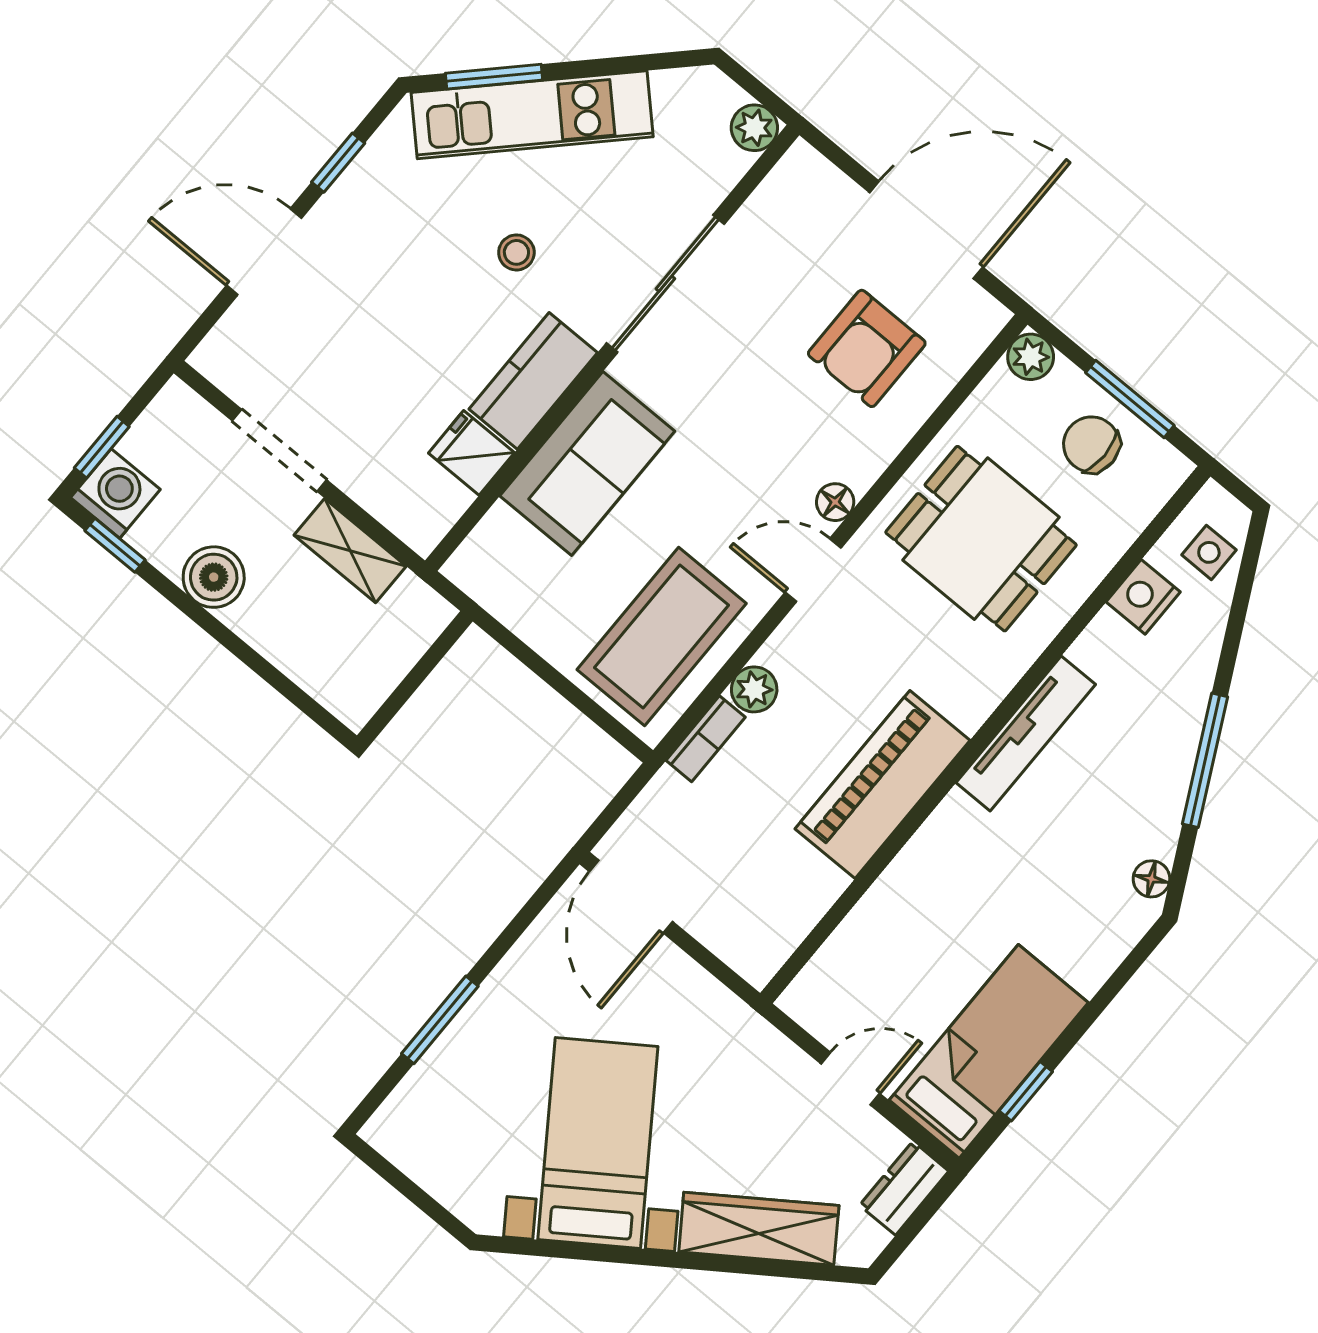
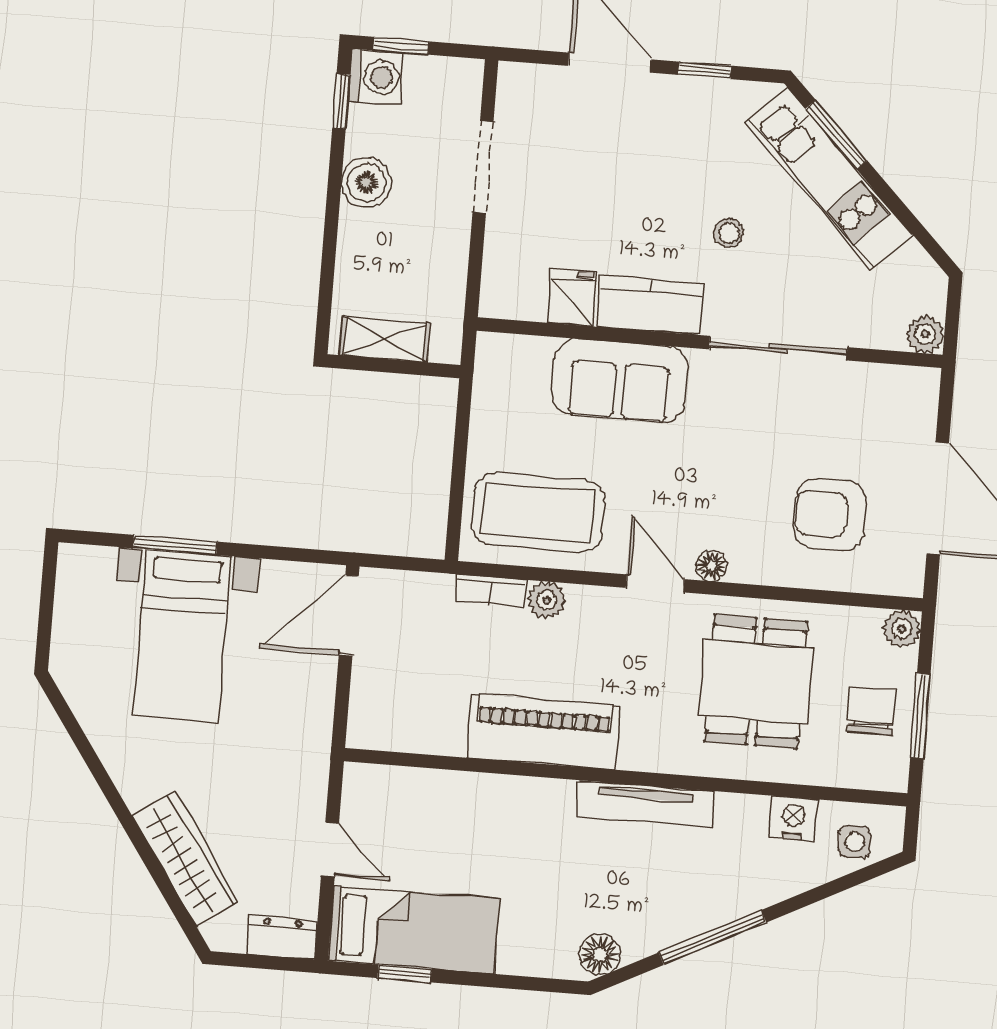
shelving: (350, 551) -> (385, 339), moved, turned 90
floor lamp: (1151, 879) -> (600, 955), width x1.37, depth x1.37
bed with nightstands: (598, 1143) -> (182, 636), moved, turned 125

